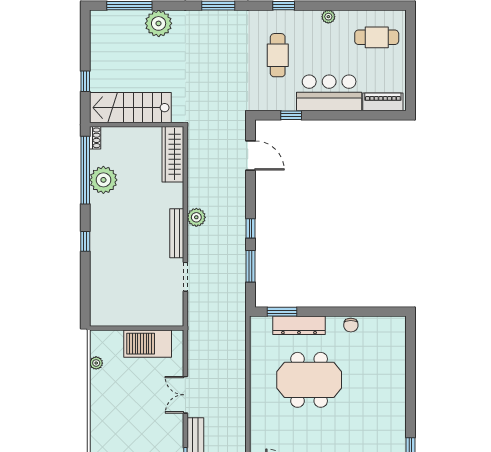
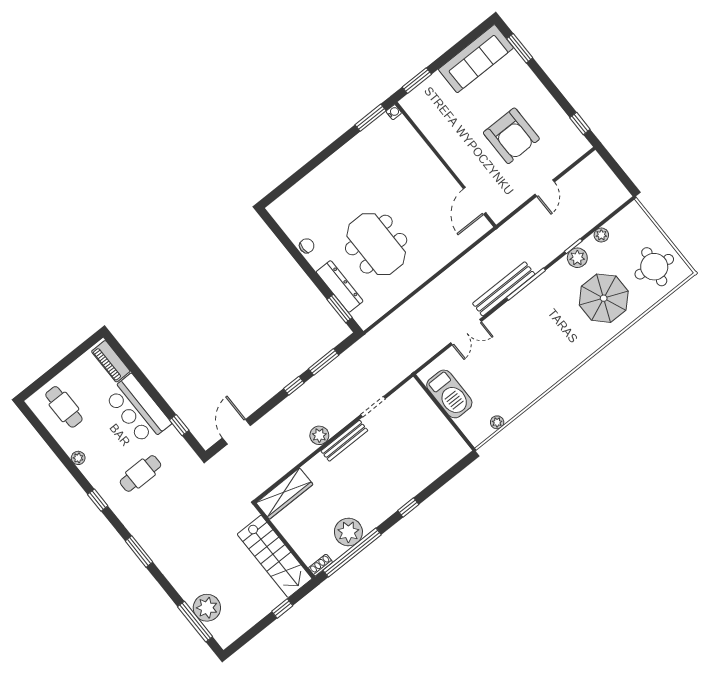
plant: (159, 23) -> (207, 608), moved

